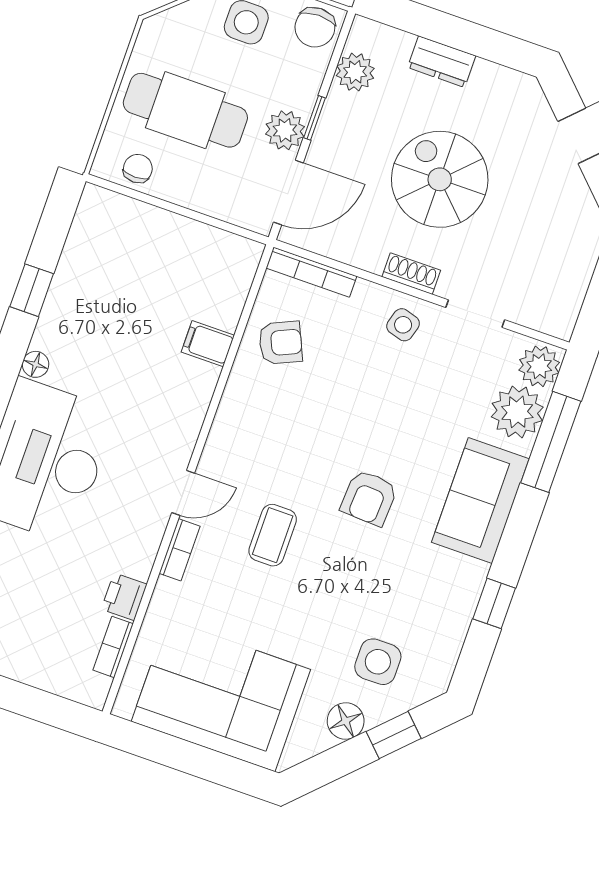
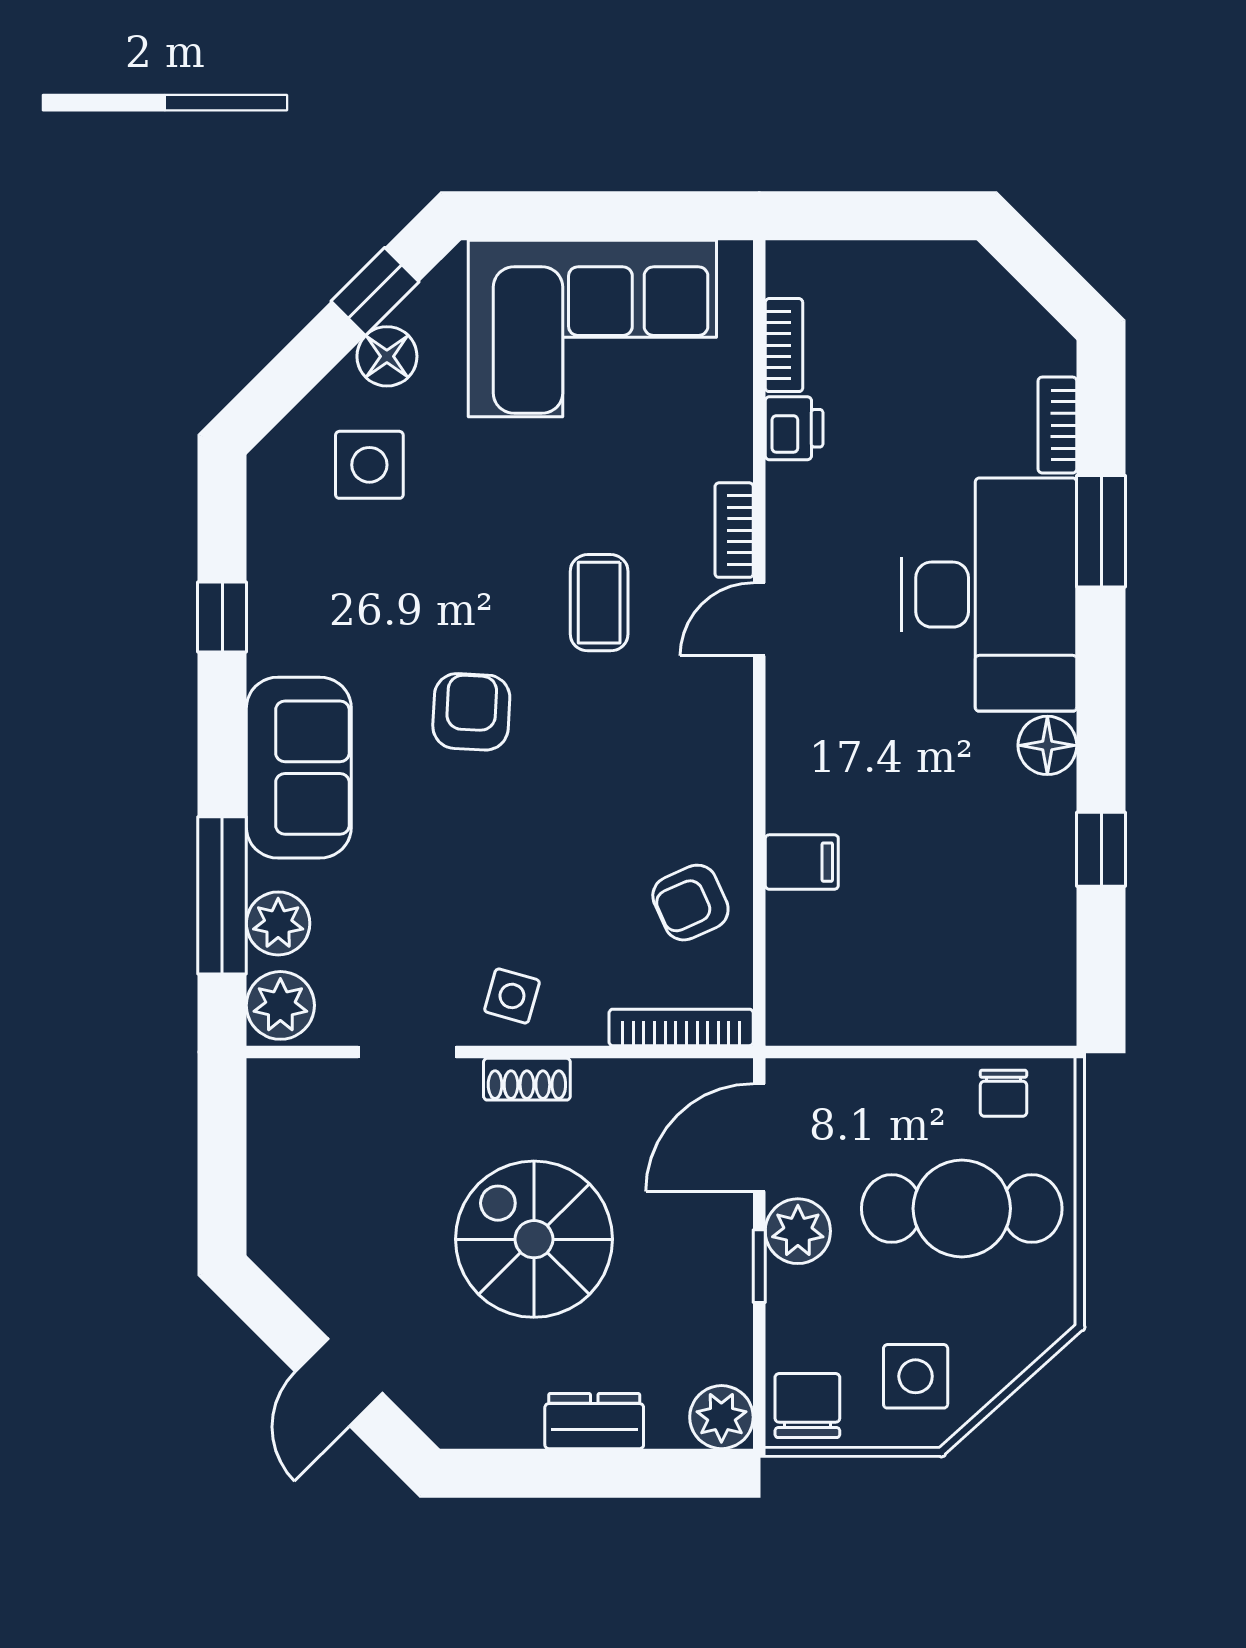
plant: (355, 72) -> (721, 1417), moved
spiral stairs: (440, 179) -> (534, 1239), turned 180
floor lamp: (36, 364) -> (1047, 745), width x1.37, depth x1.37
plant: (517, 412) -> (278, 923), width x0.73, depth x0.73
window: (394, 735) -> (375, 292), moved

